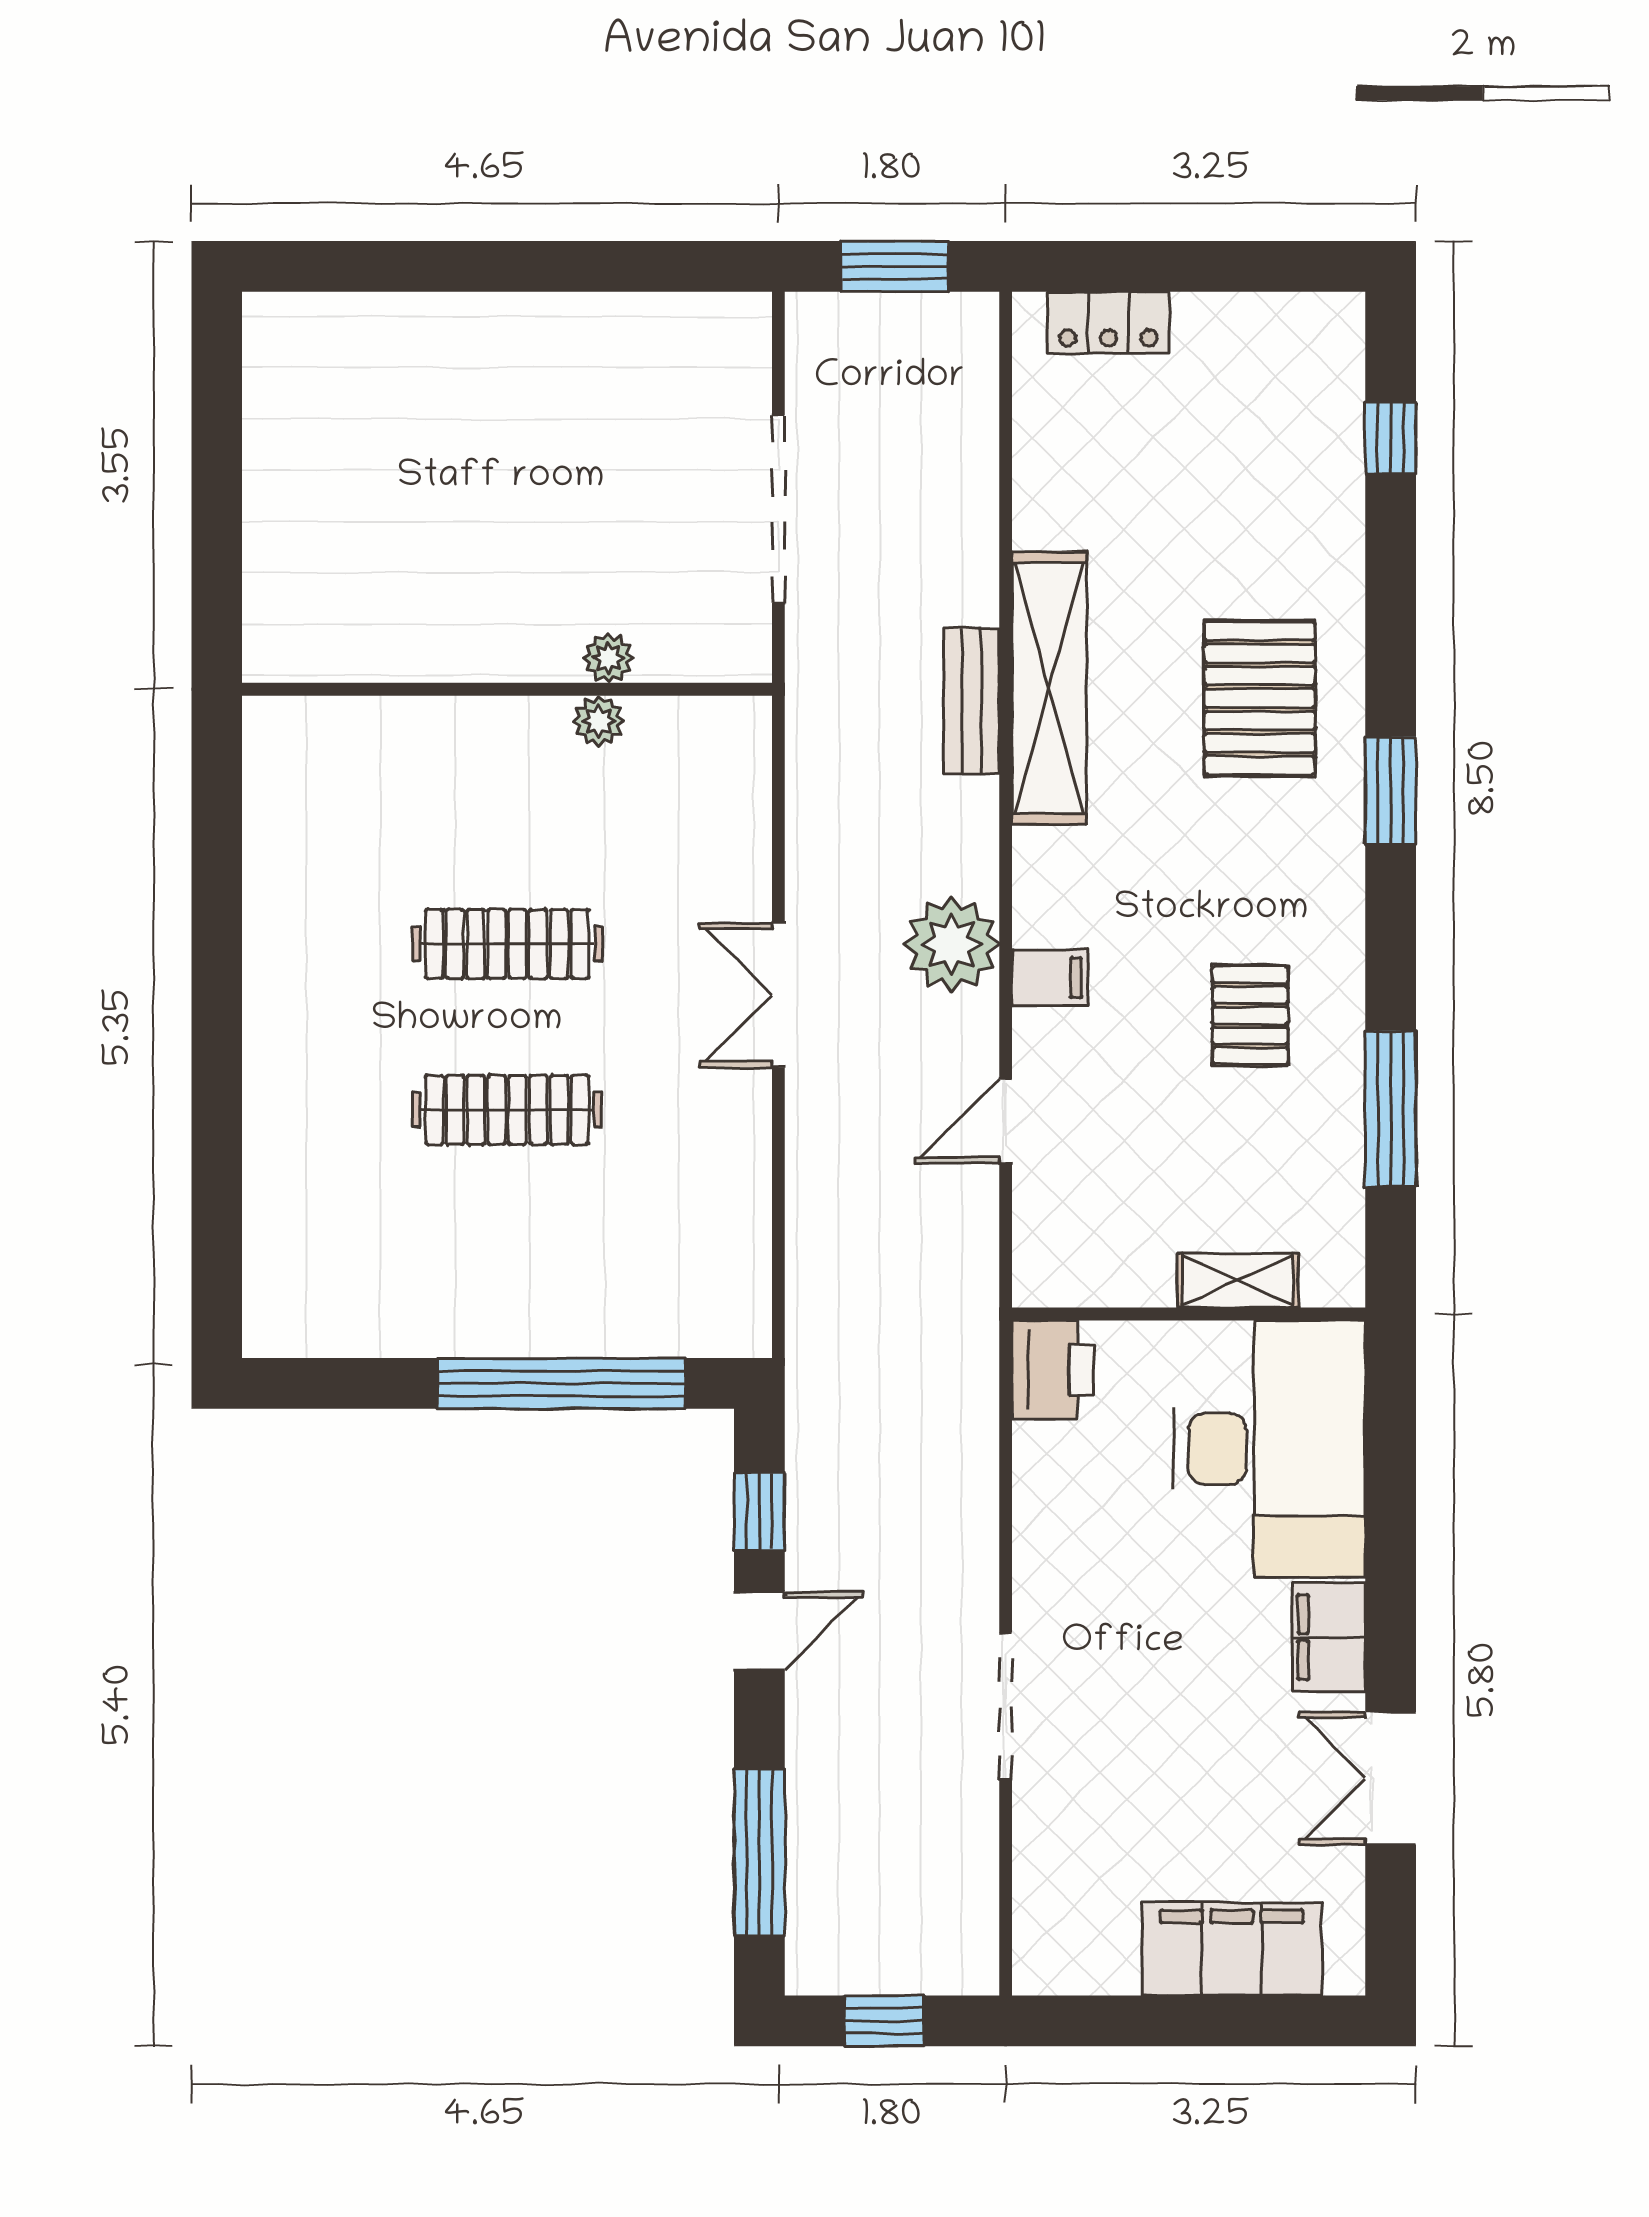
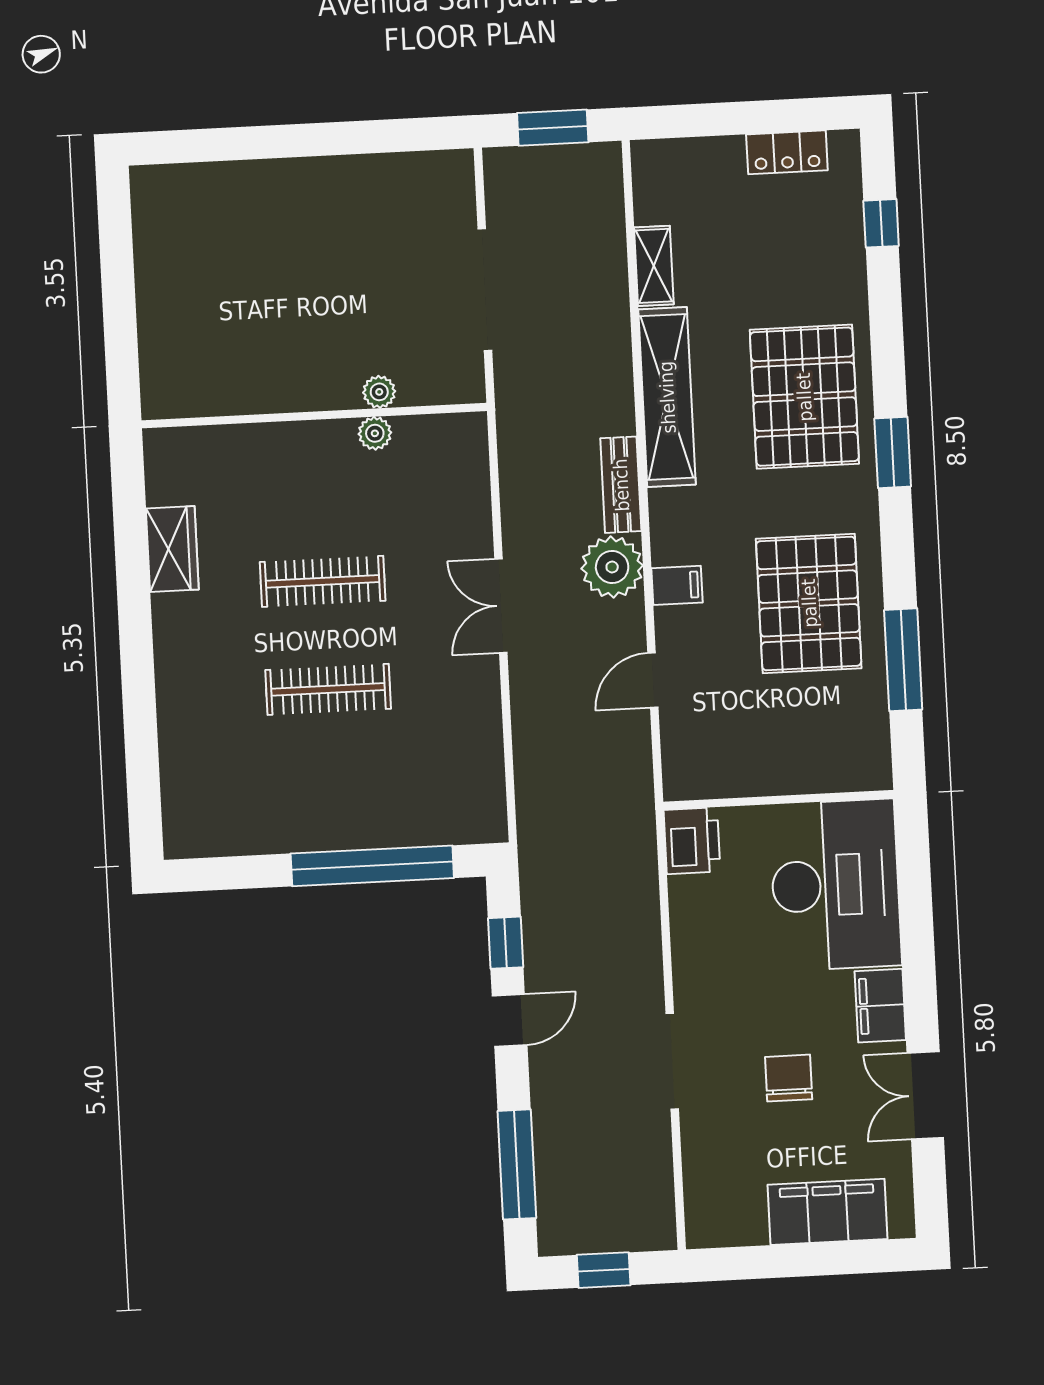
locker: (1108, 322) -> (787, 152), moved
pallet: (1260, 698) -> (804, 397), width x1.37, depth x1.41
bench: (971, 701) -> (621, 485), moved
wardrobe: (279, 883) -> (172, 549), added
pallet: (1250, 1015) -> (809, 603), width x2.05, depth x2.00
shelving: (1238, 1281) -> (654, 266), moved, turned 90
chair: (1183, 1741) -> (789, 1078), added

